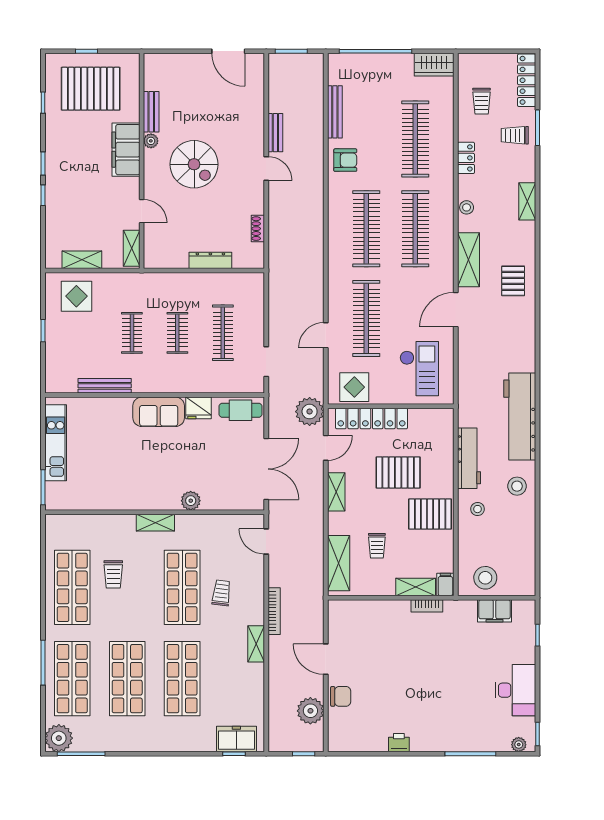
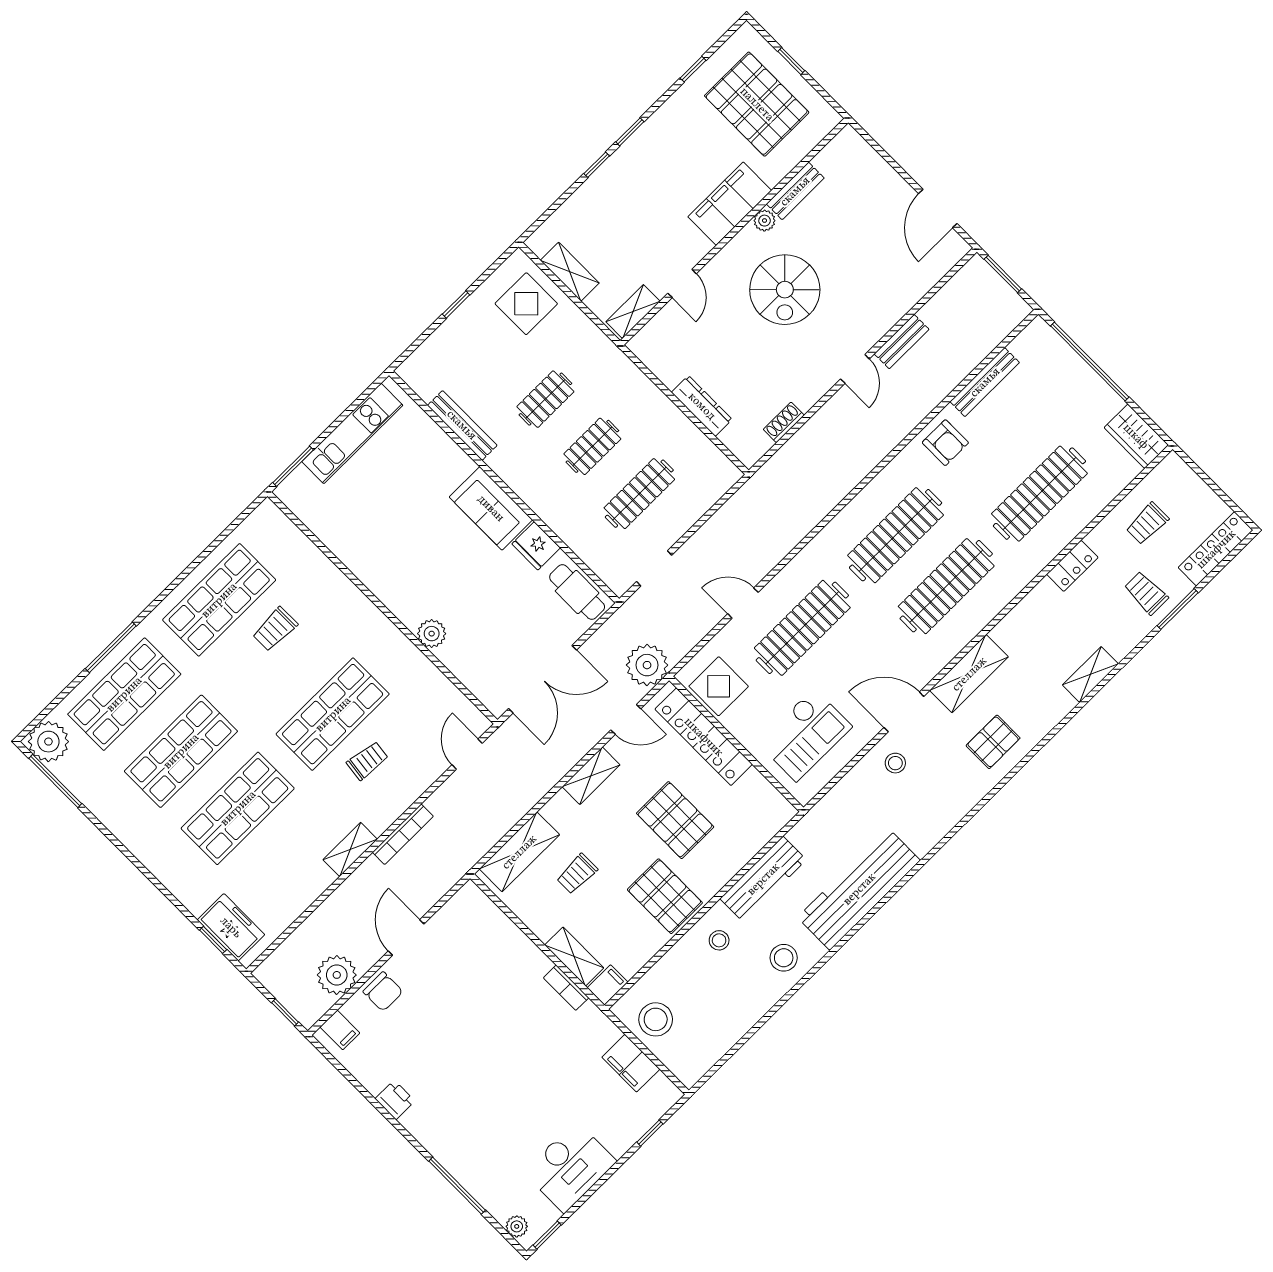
stool: (467, 207) -> (895, 763), moved
shelving: (155, 523) -> (372, 619), removed
filing cabinet: (339, 736) -> (340, 1030), added

